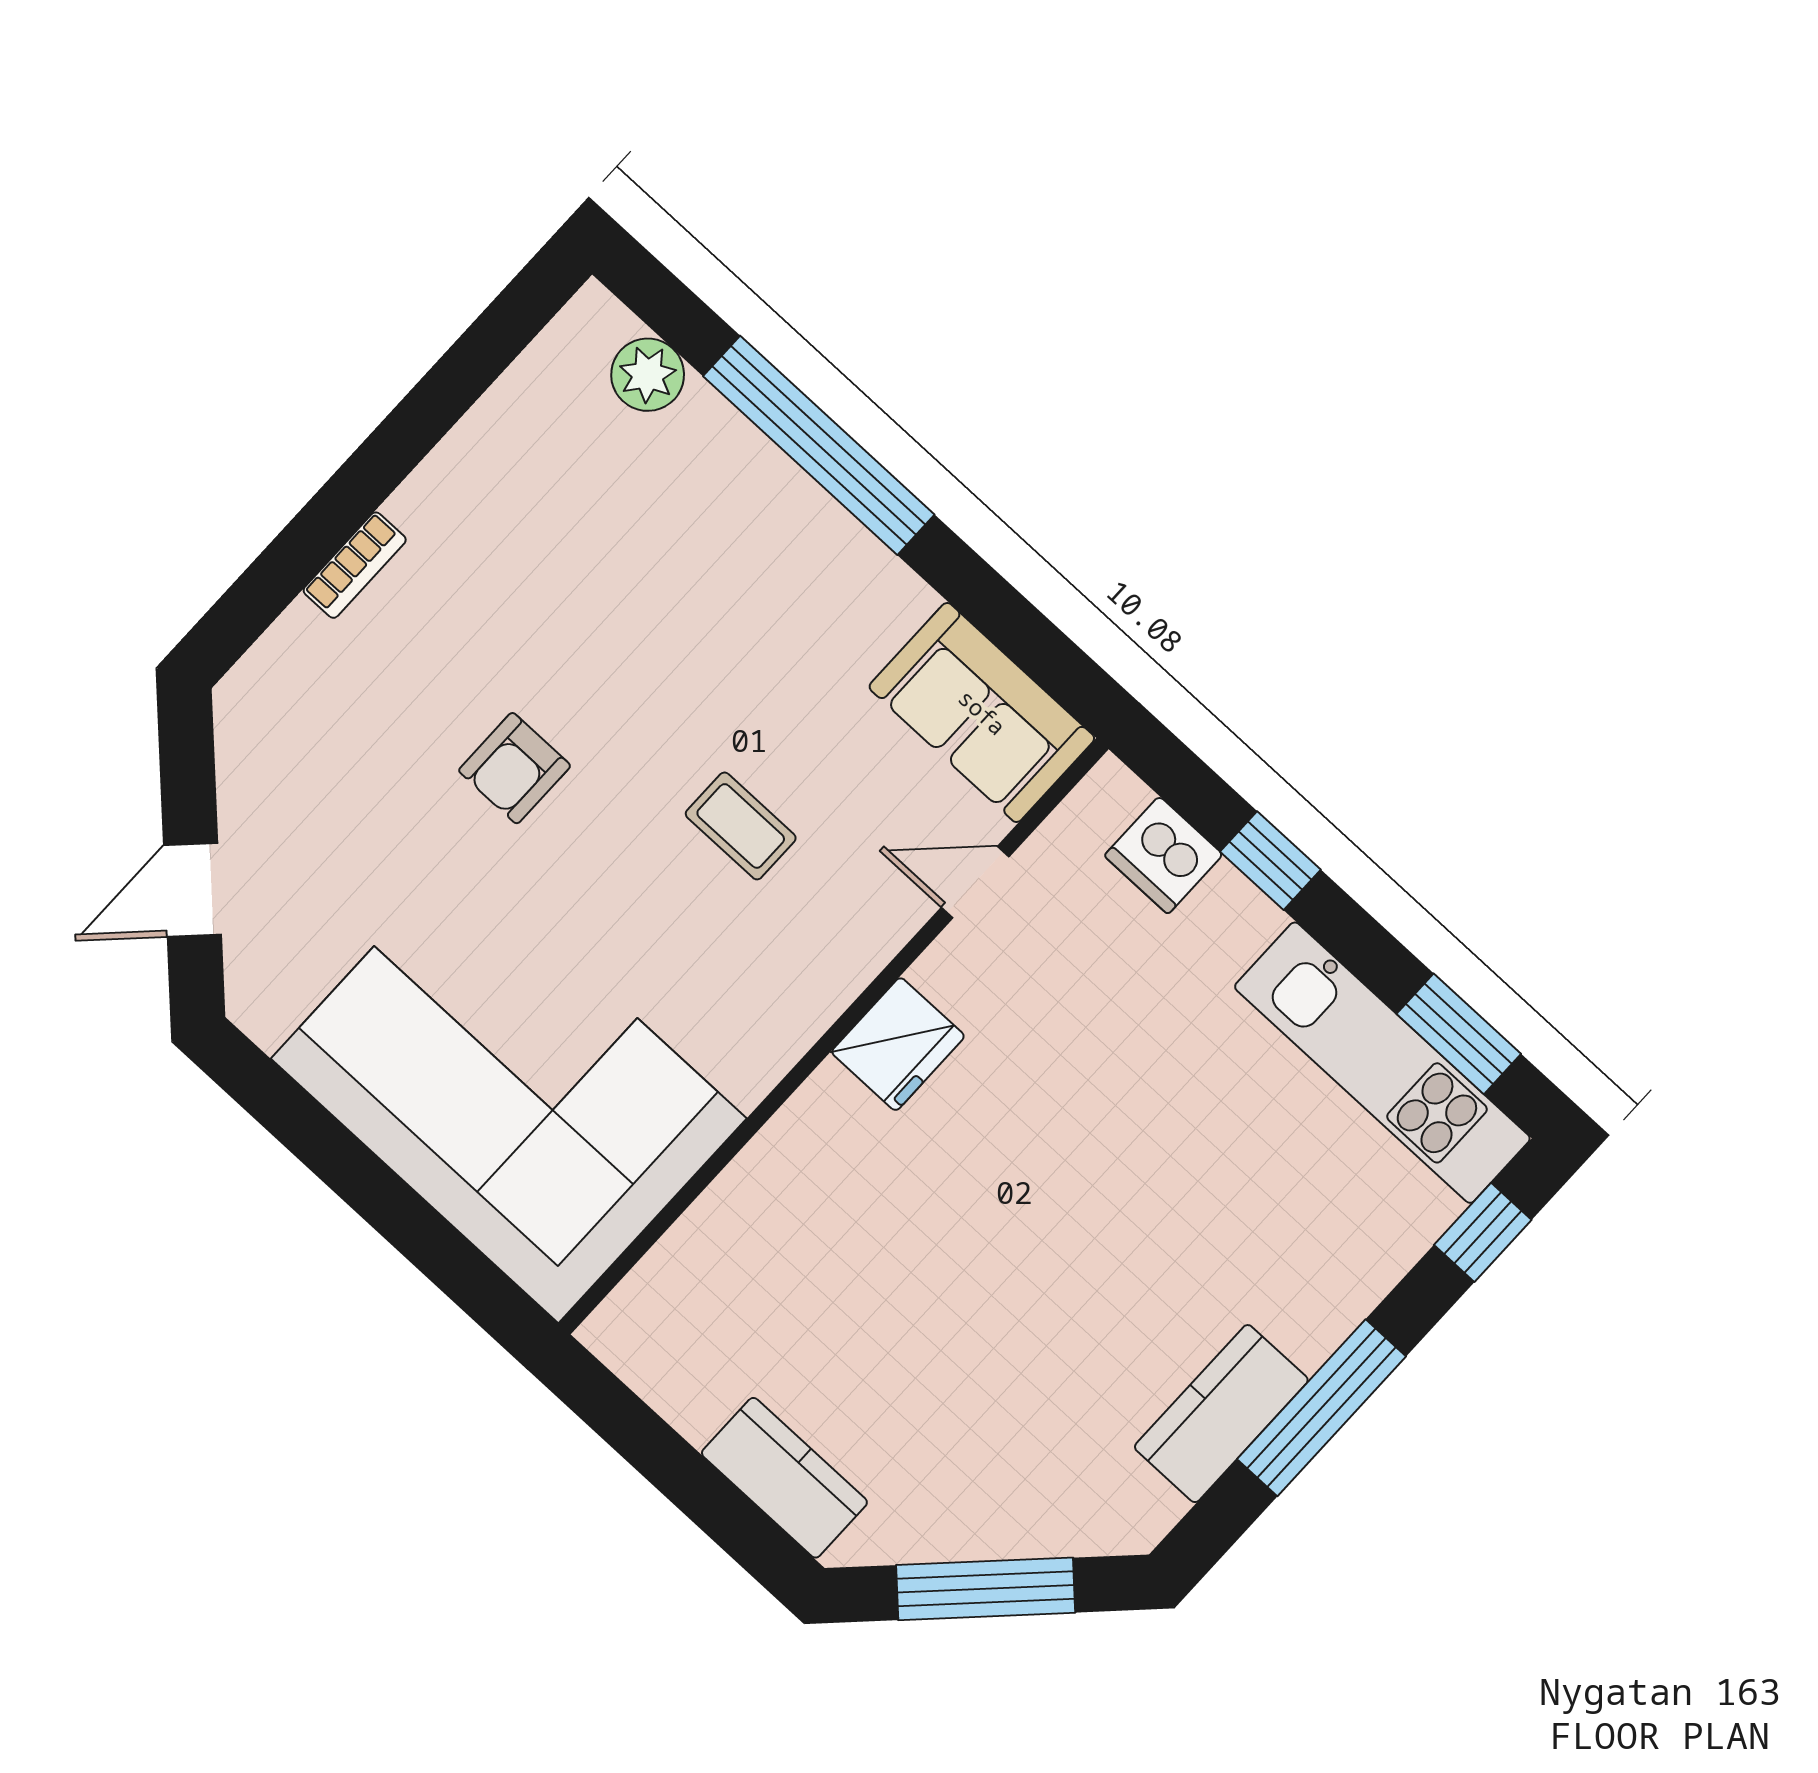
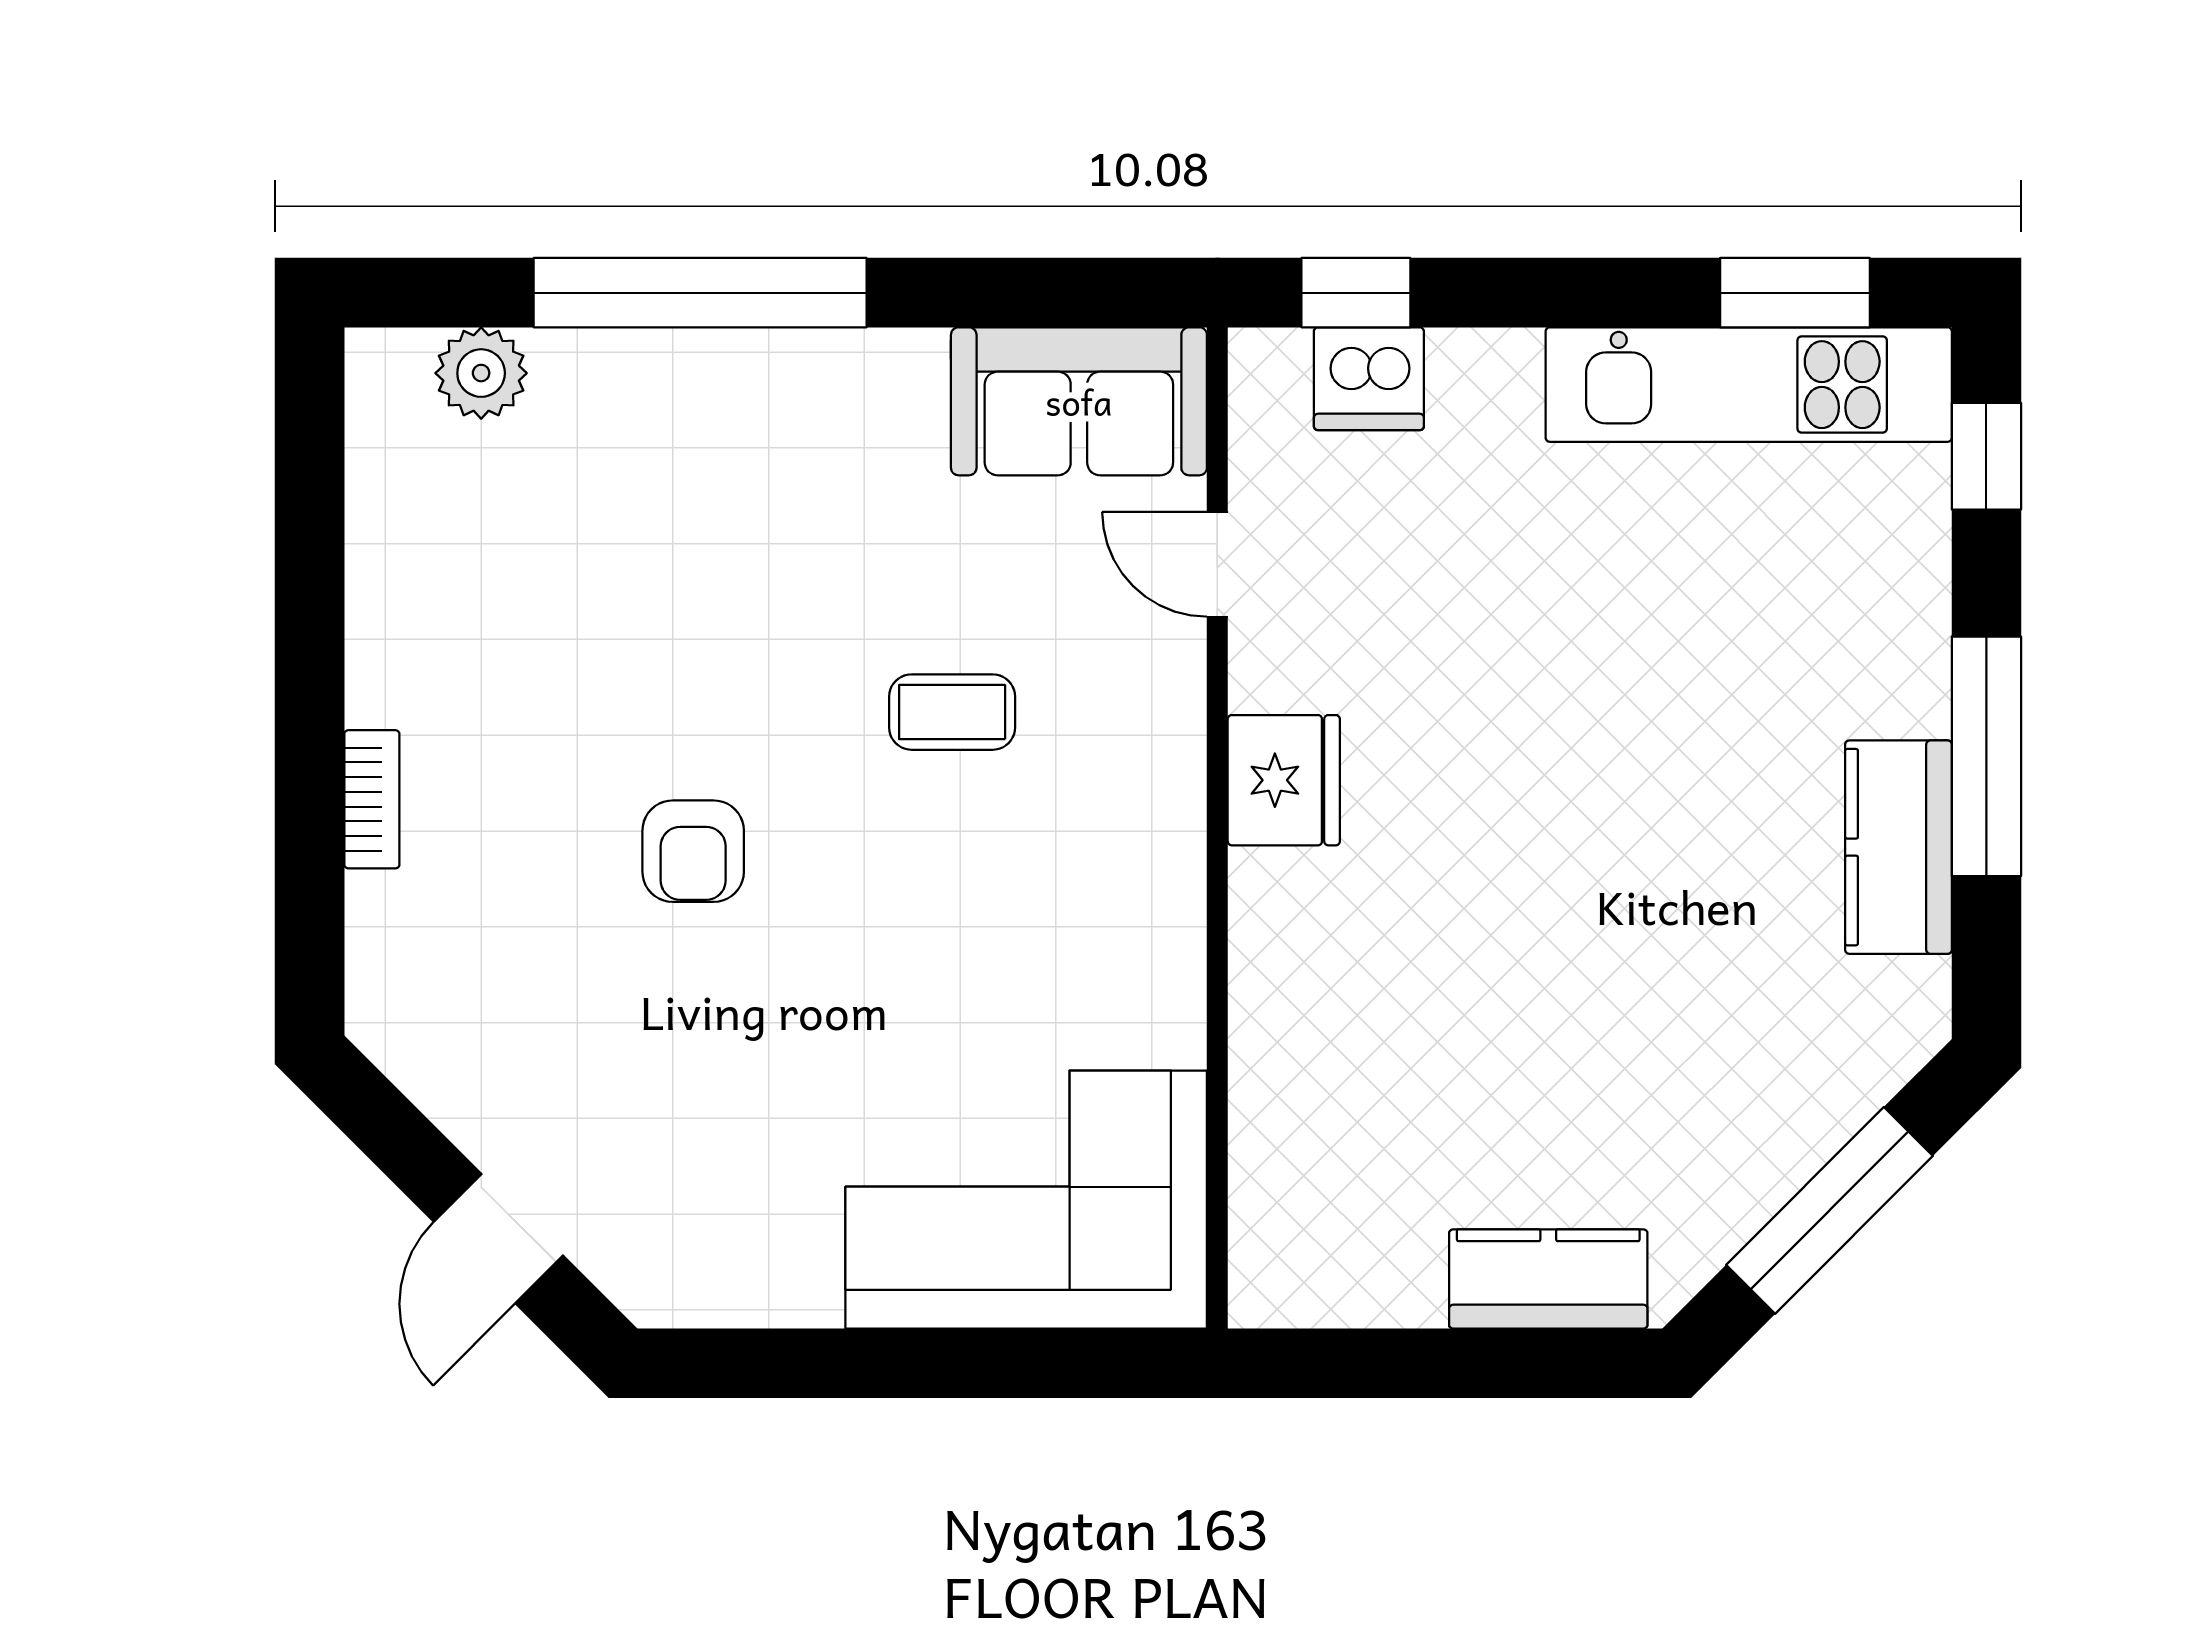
window: (1270, 861) -> (1356, 293), moved
door: (975, 882) -> (1217, 564), hinge flipped
corner sofa: (509, 1089) -> (1026, 1200), width x0.73, depth x0.74

